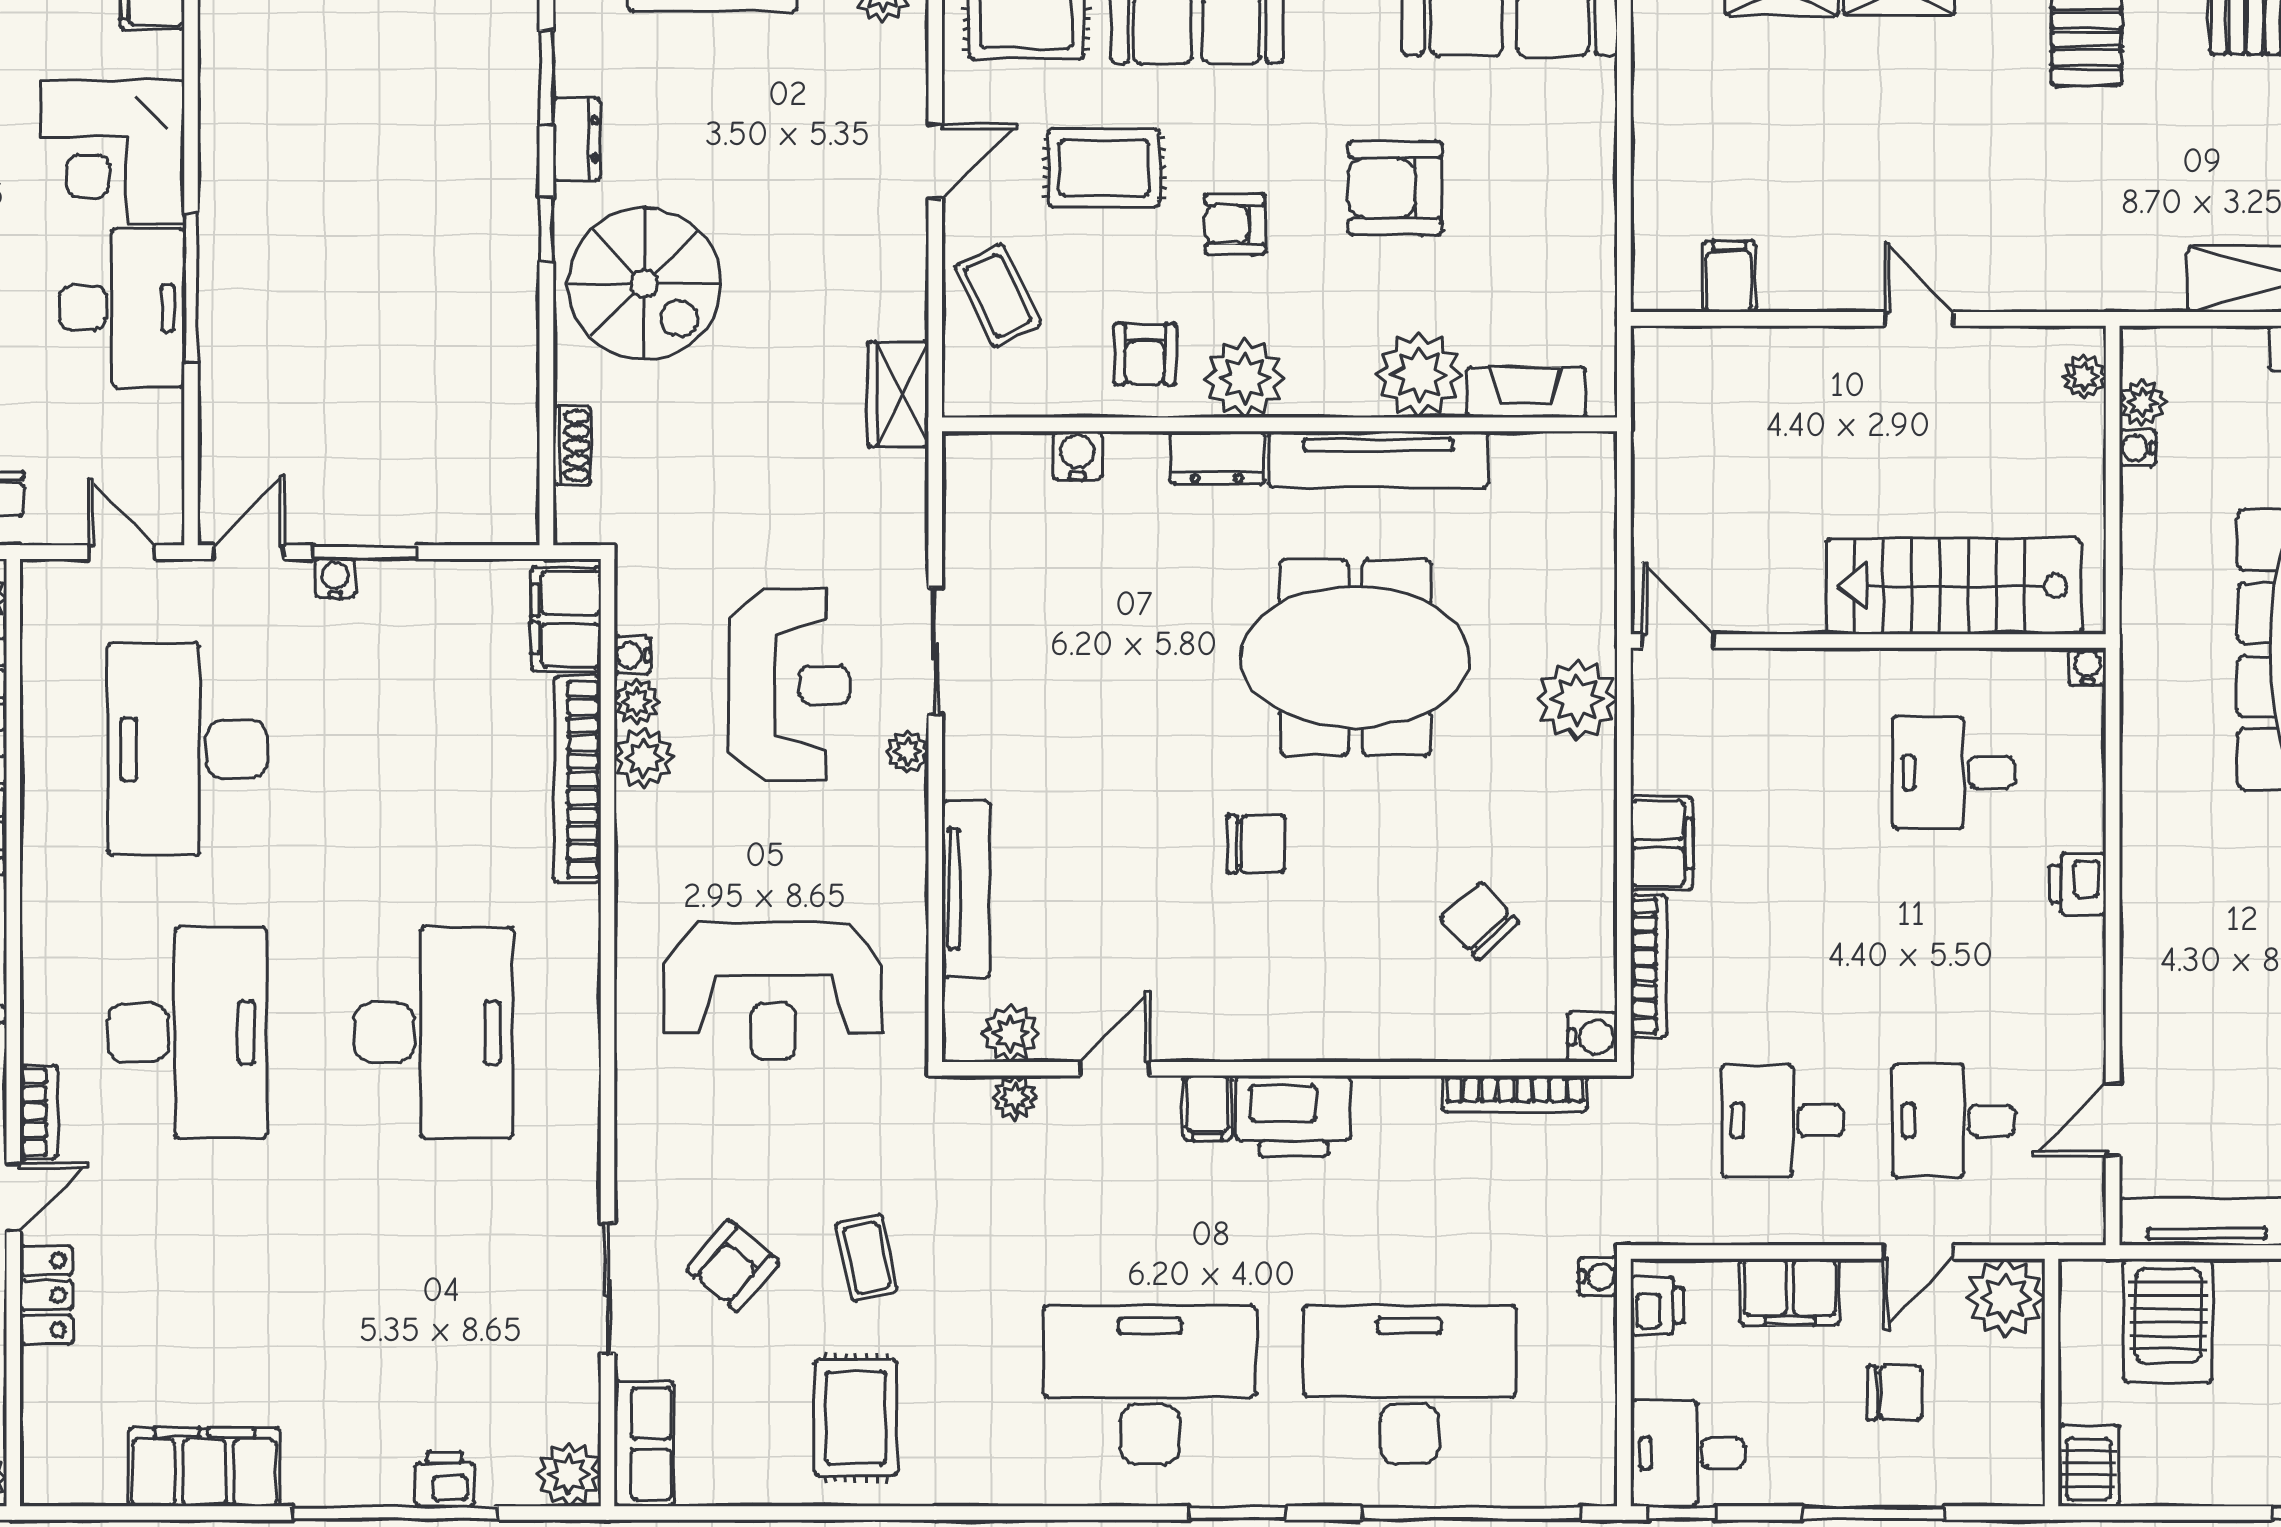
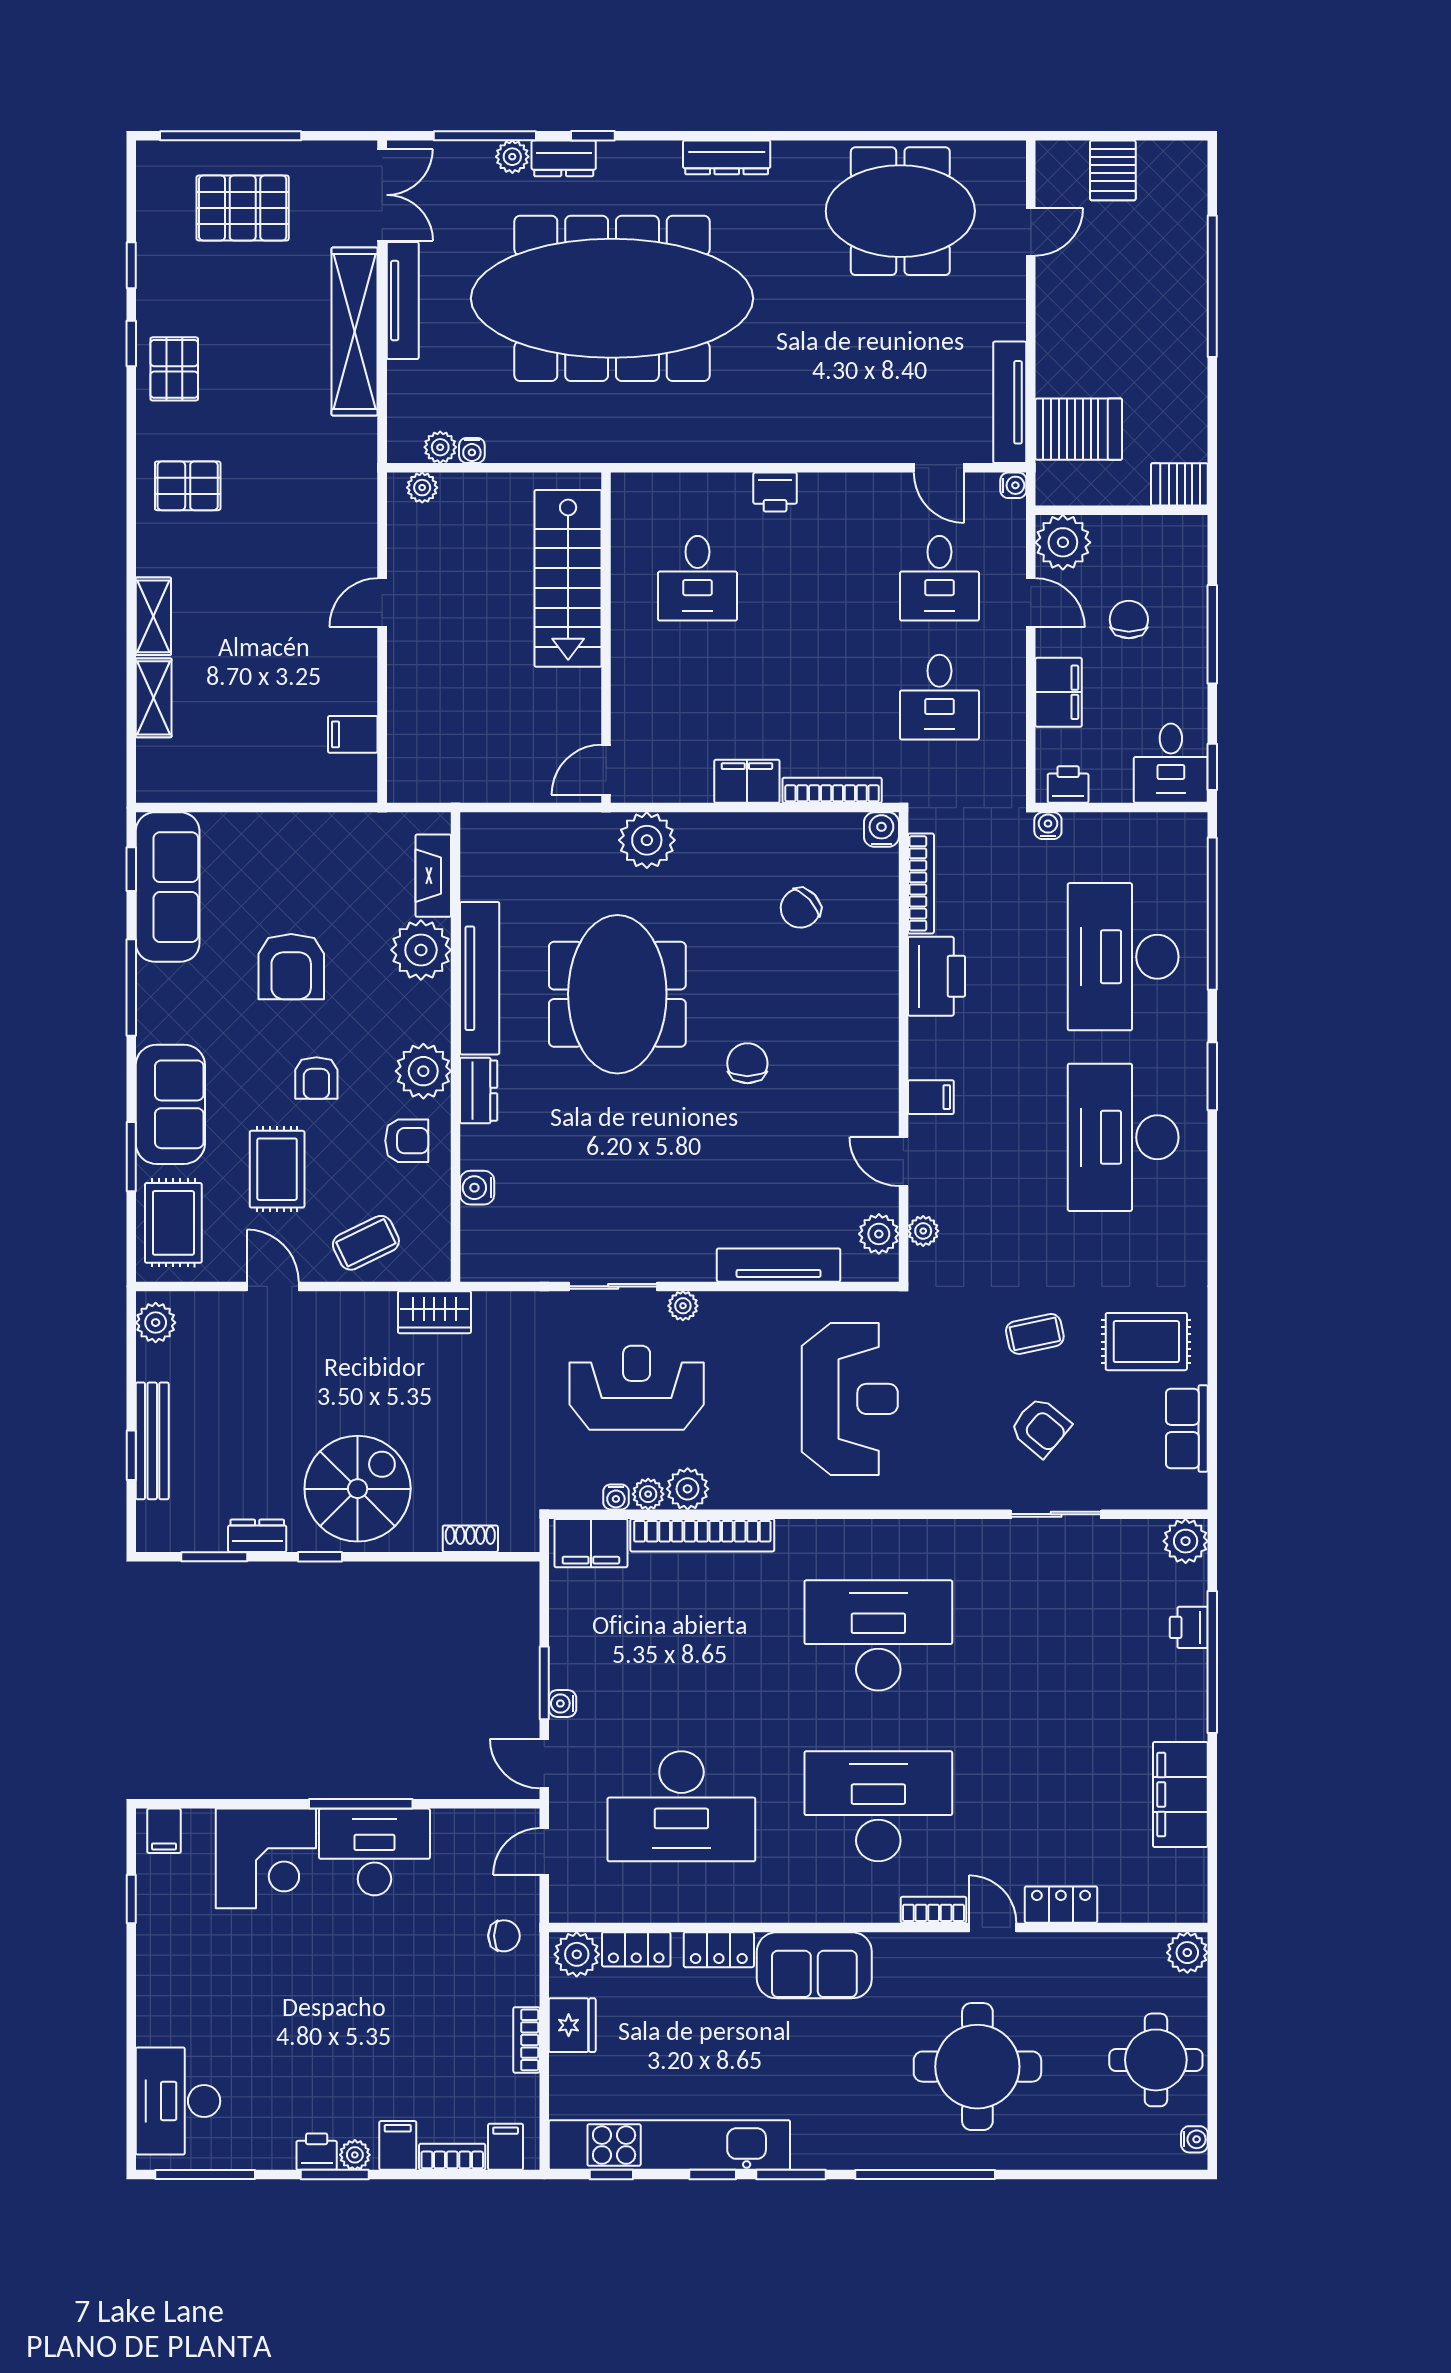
water cooler: (2087, 666) -> (1013, 485), moved, turned 180
printer: (1293, 1116) -> (936, 976), moved
row of seats: (644, 1444) -> (1187, 1428), moved, turned -90

